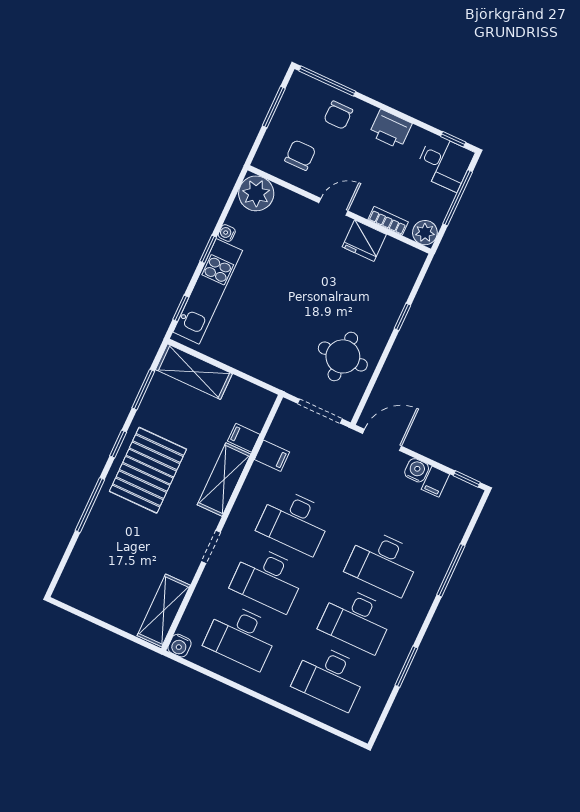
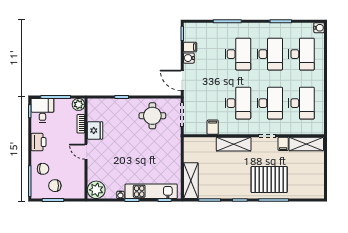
chair: (300, 155) -> (55, 186), moved
filing cabinet: (244, 438) -> (283, 144), moved
pallet: (148, 470) -> (269, 180), moved
water cooler: (180, 646) -> (319, 28), moved

